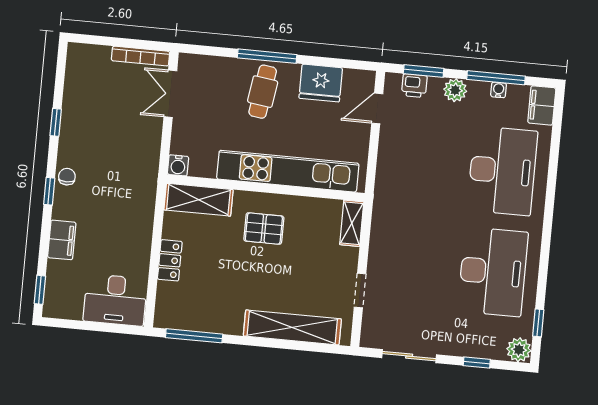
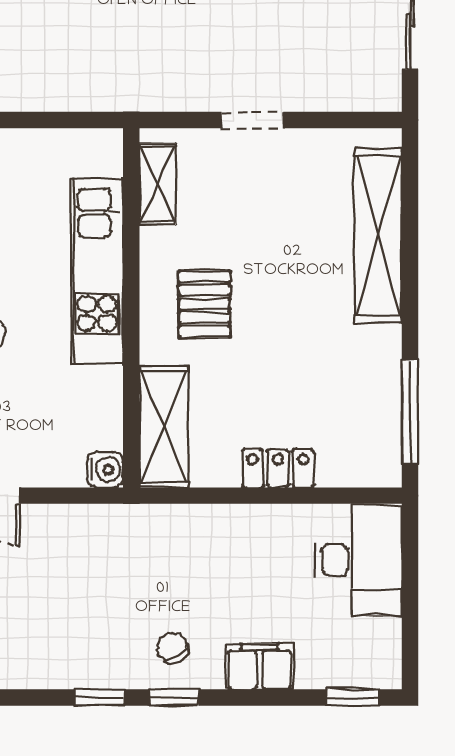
window: (56, 122) -> (99, 698), moved
kitchen unit: (288, 171) -> (97, 271), width x0.73
chair: (67, 177) -> (172, 648), moved, turned 56
shelving: (352, 223) -> (158, 184), moved, turned 90
doorway: (360, 291) -> (252, 120), moved

